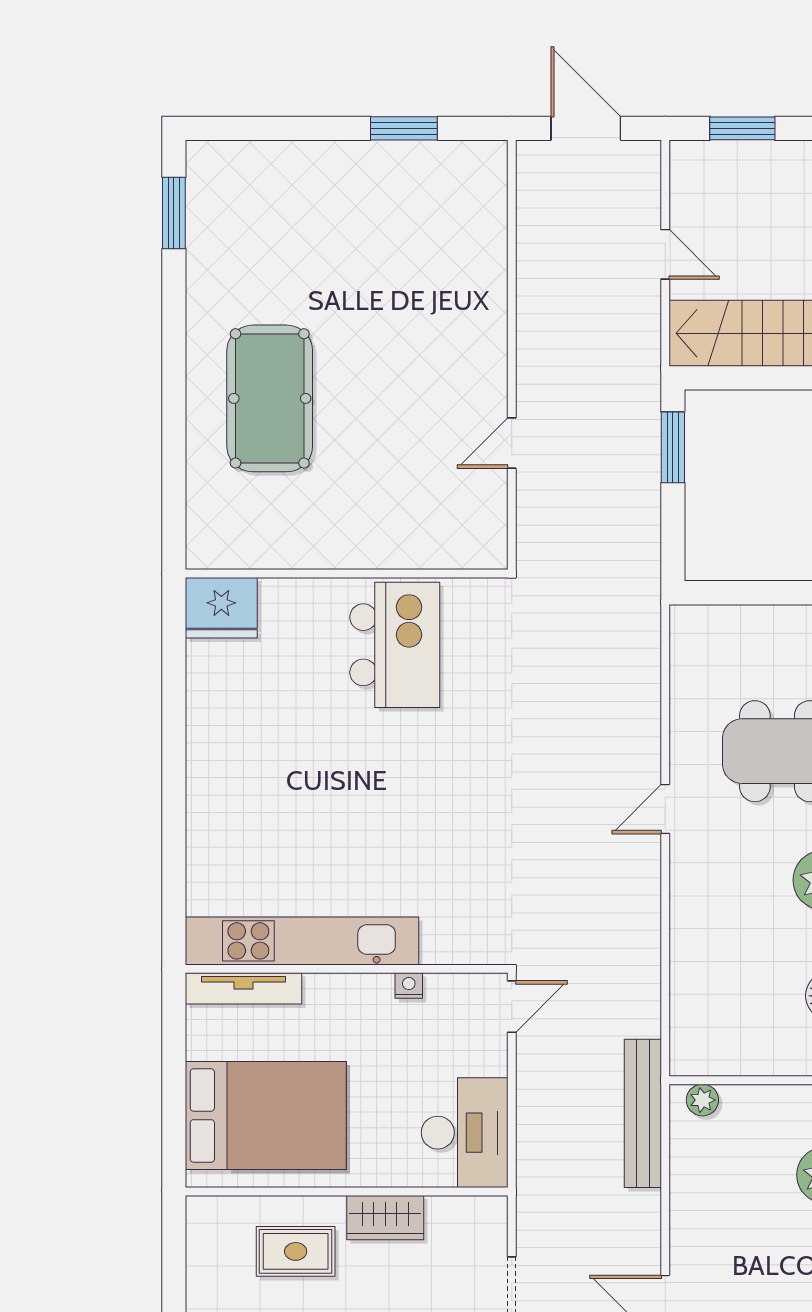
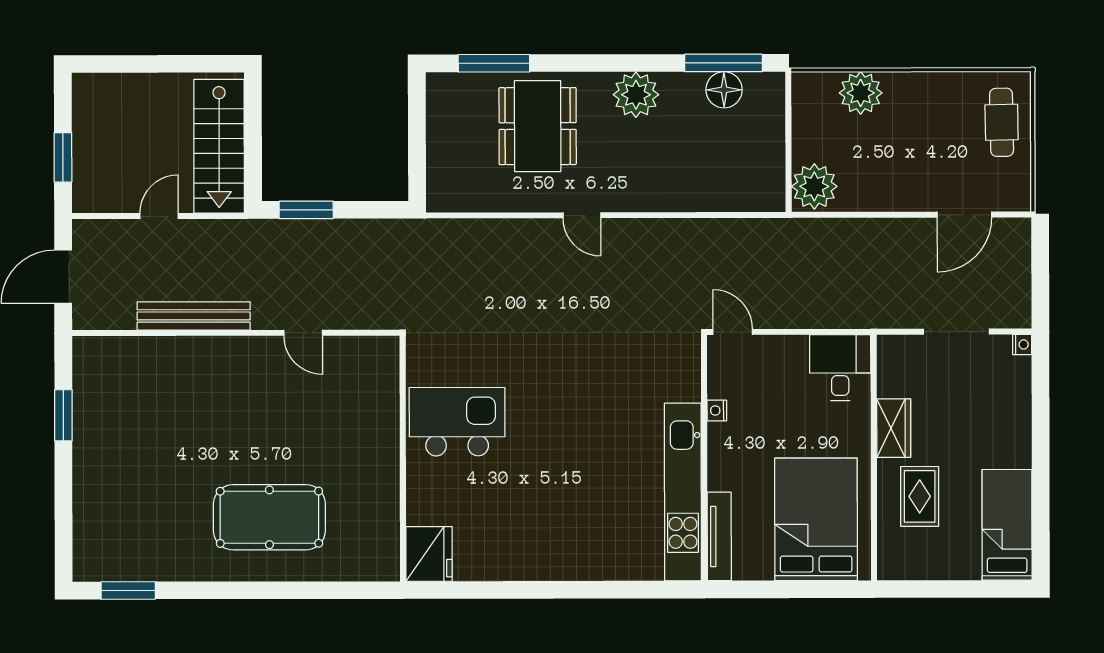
plant: (702, 1100) -> (814, 186), width x1.87, depth x1.87
bench: (643, 1113) -> (194, 316), moved
desk: (465, 1133) -> (840, 368), width x0.73

